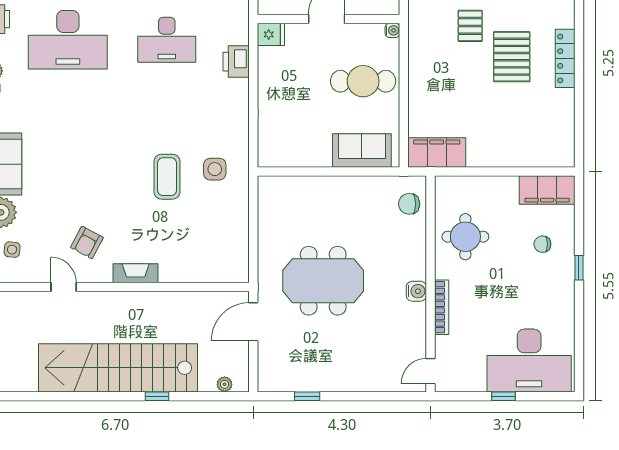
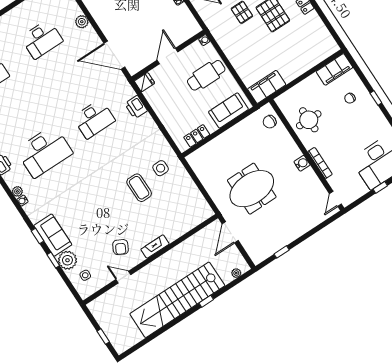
locker: (295, 157) -> (197, 136), added

